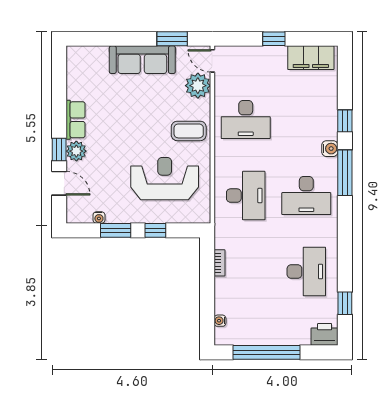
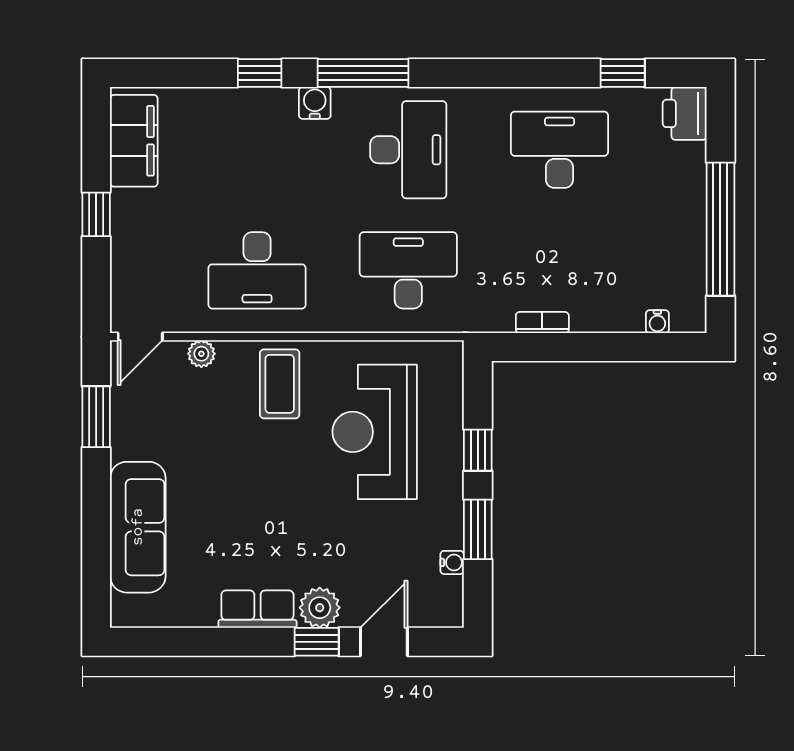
sofa: (142, 60) -> (138, 527), moved
plant: (198, 86) -> (201, 354), width x0.53, depth x0.53
desk: (246, 120) -> (257, 270), turned 90

